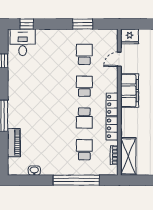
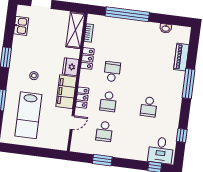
fridge: (130, 36) -> (71, 67), moved, turned -90
locker: (112, 104) -> (82, 98), moved
school desk: (84, 150) -> (149, 107), moved

